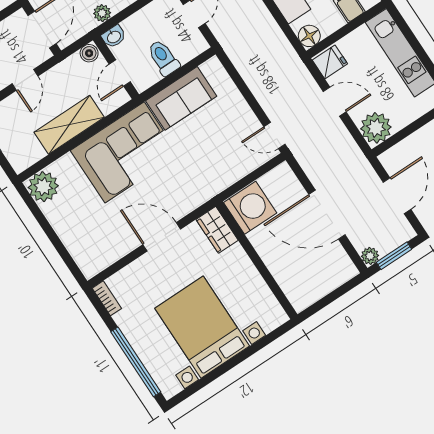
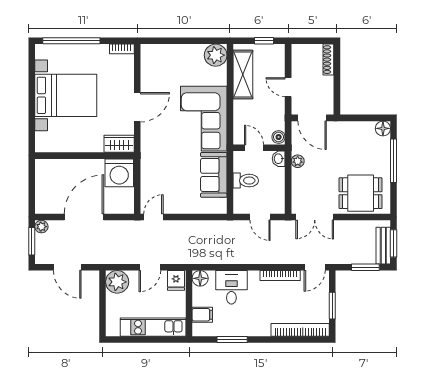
shelving: (69, 125) -> (243, 75), moved

